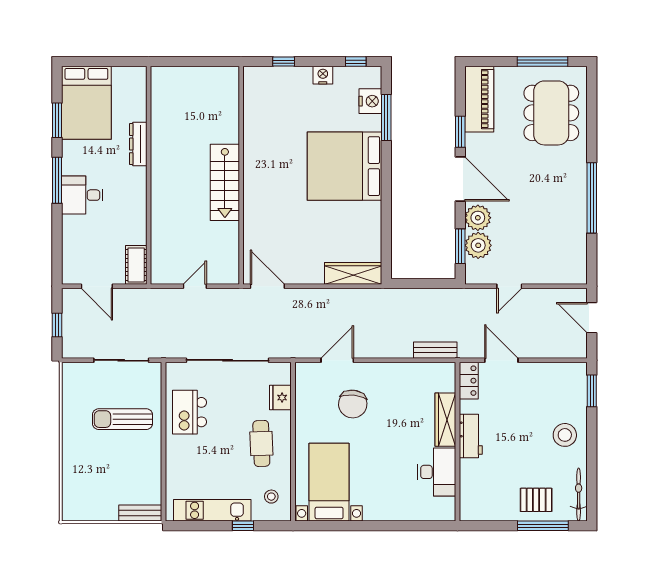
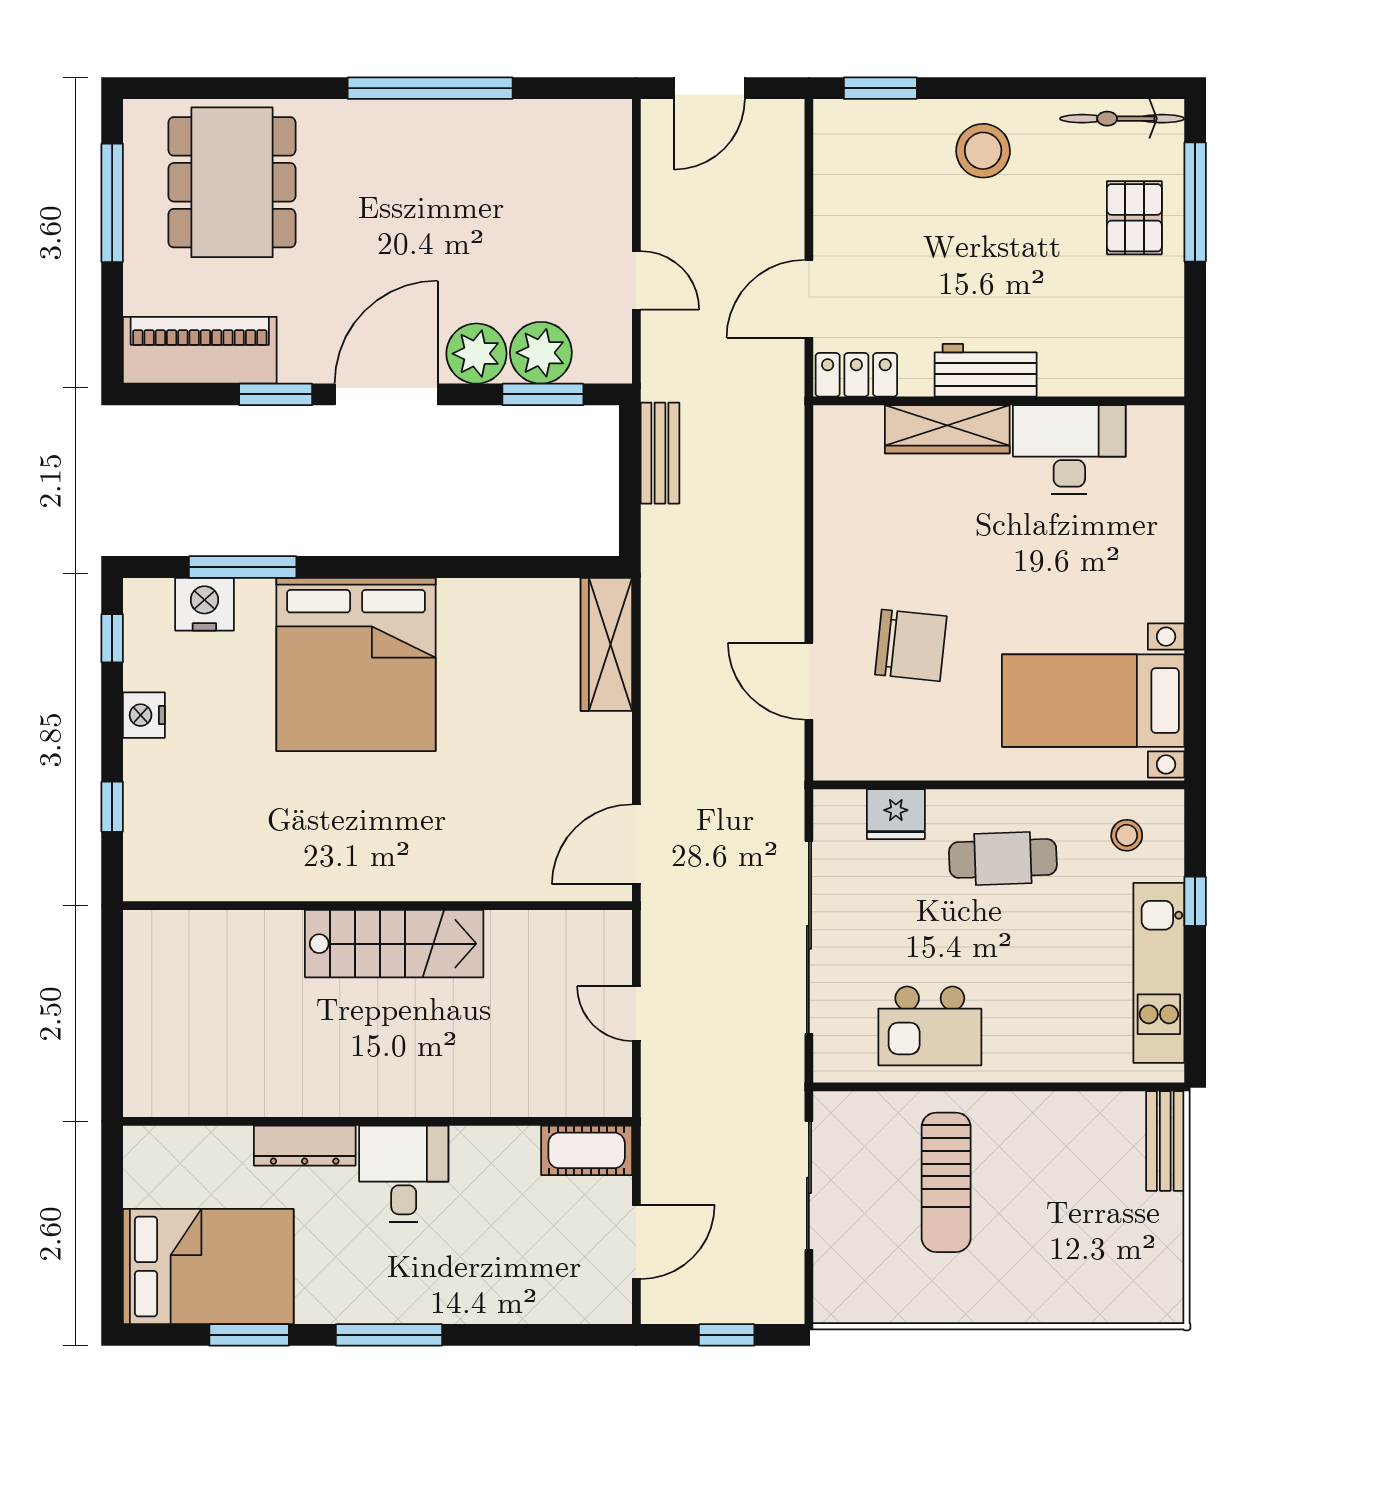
dining table: (551, 113) -> (232, 182), turned 90
desk: (82, 195) -> (404, 1174), moved, turned 180
bench: (435, 350) -> (660, 453), moved

